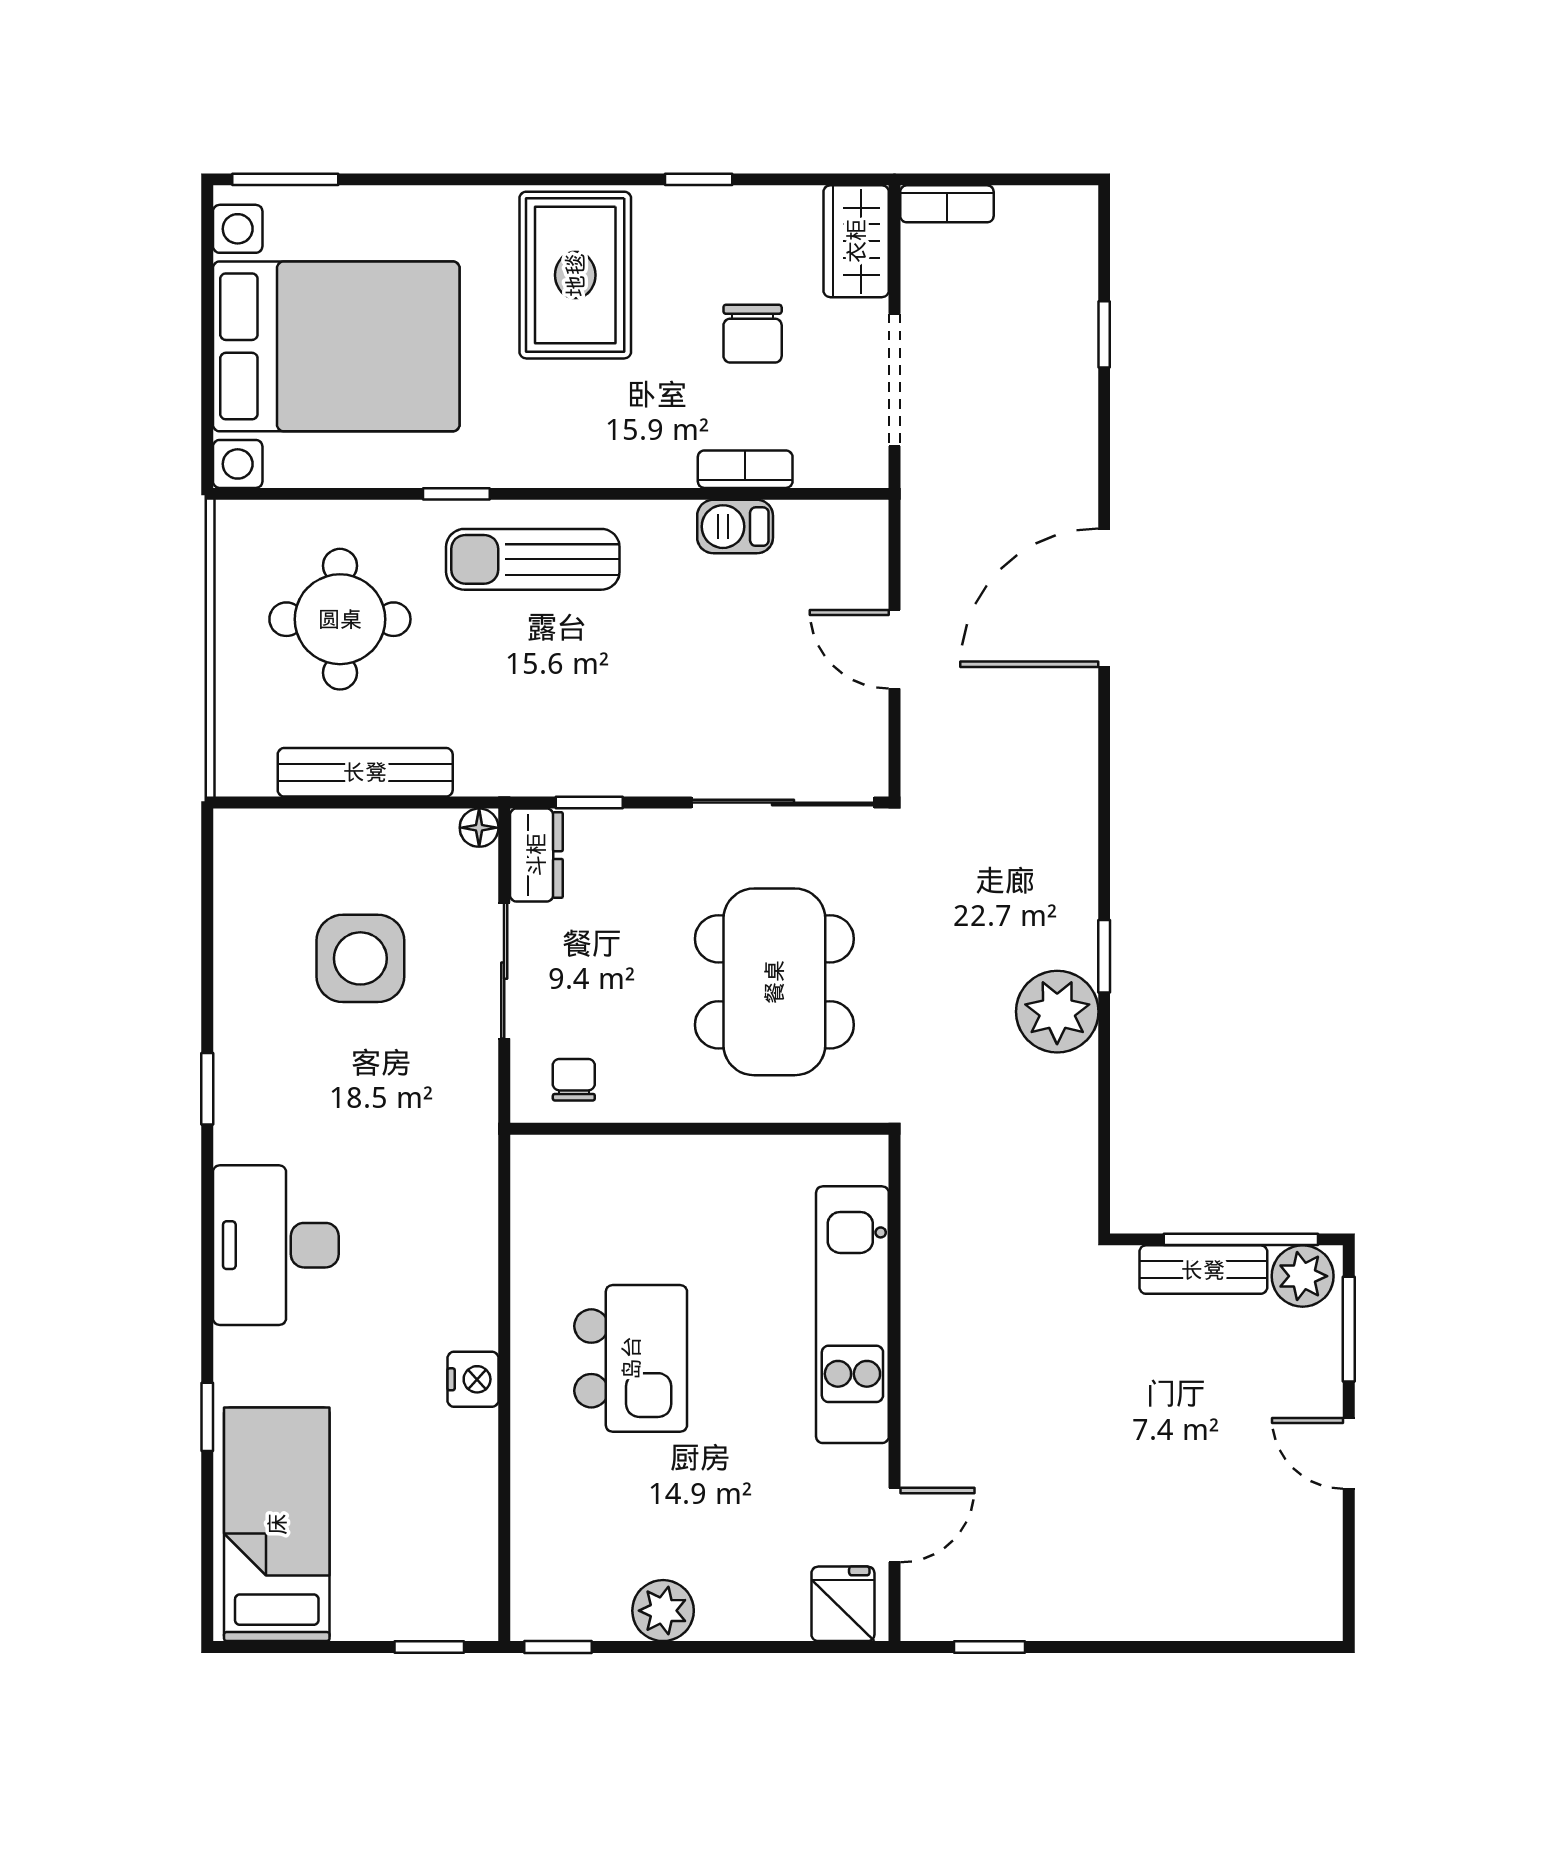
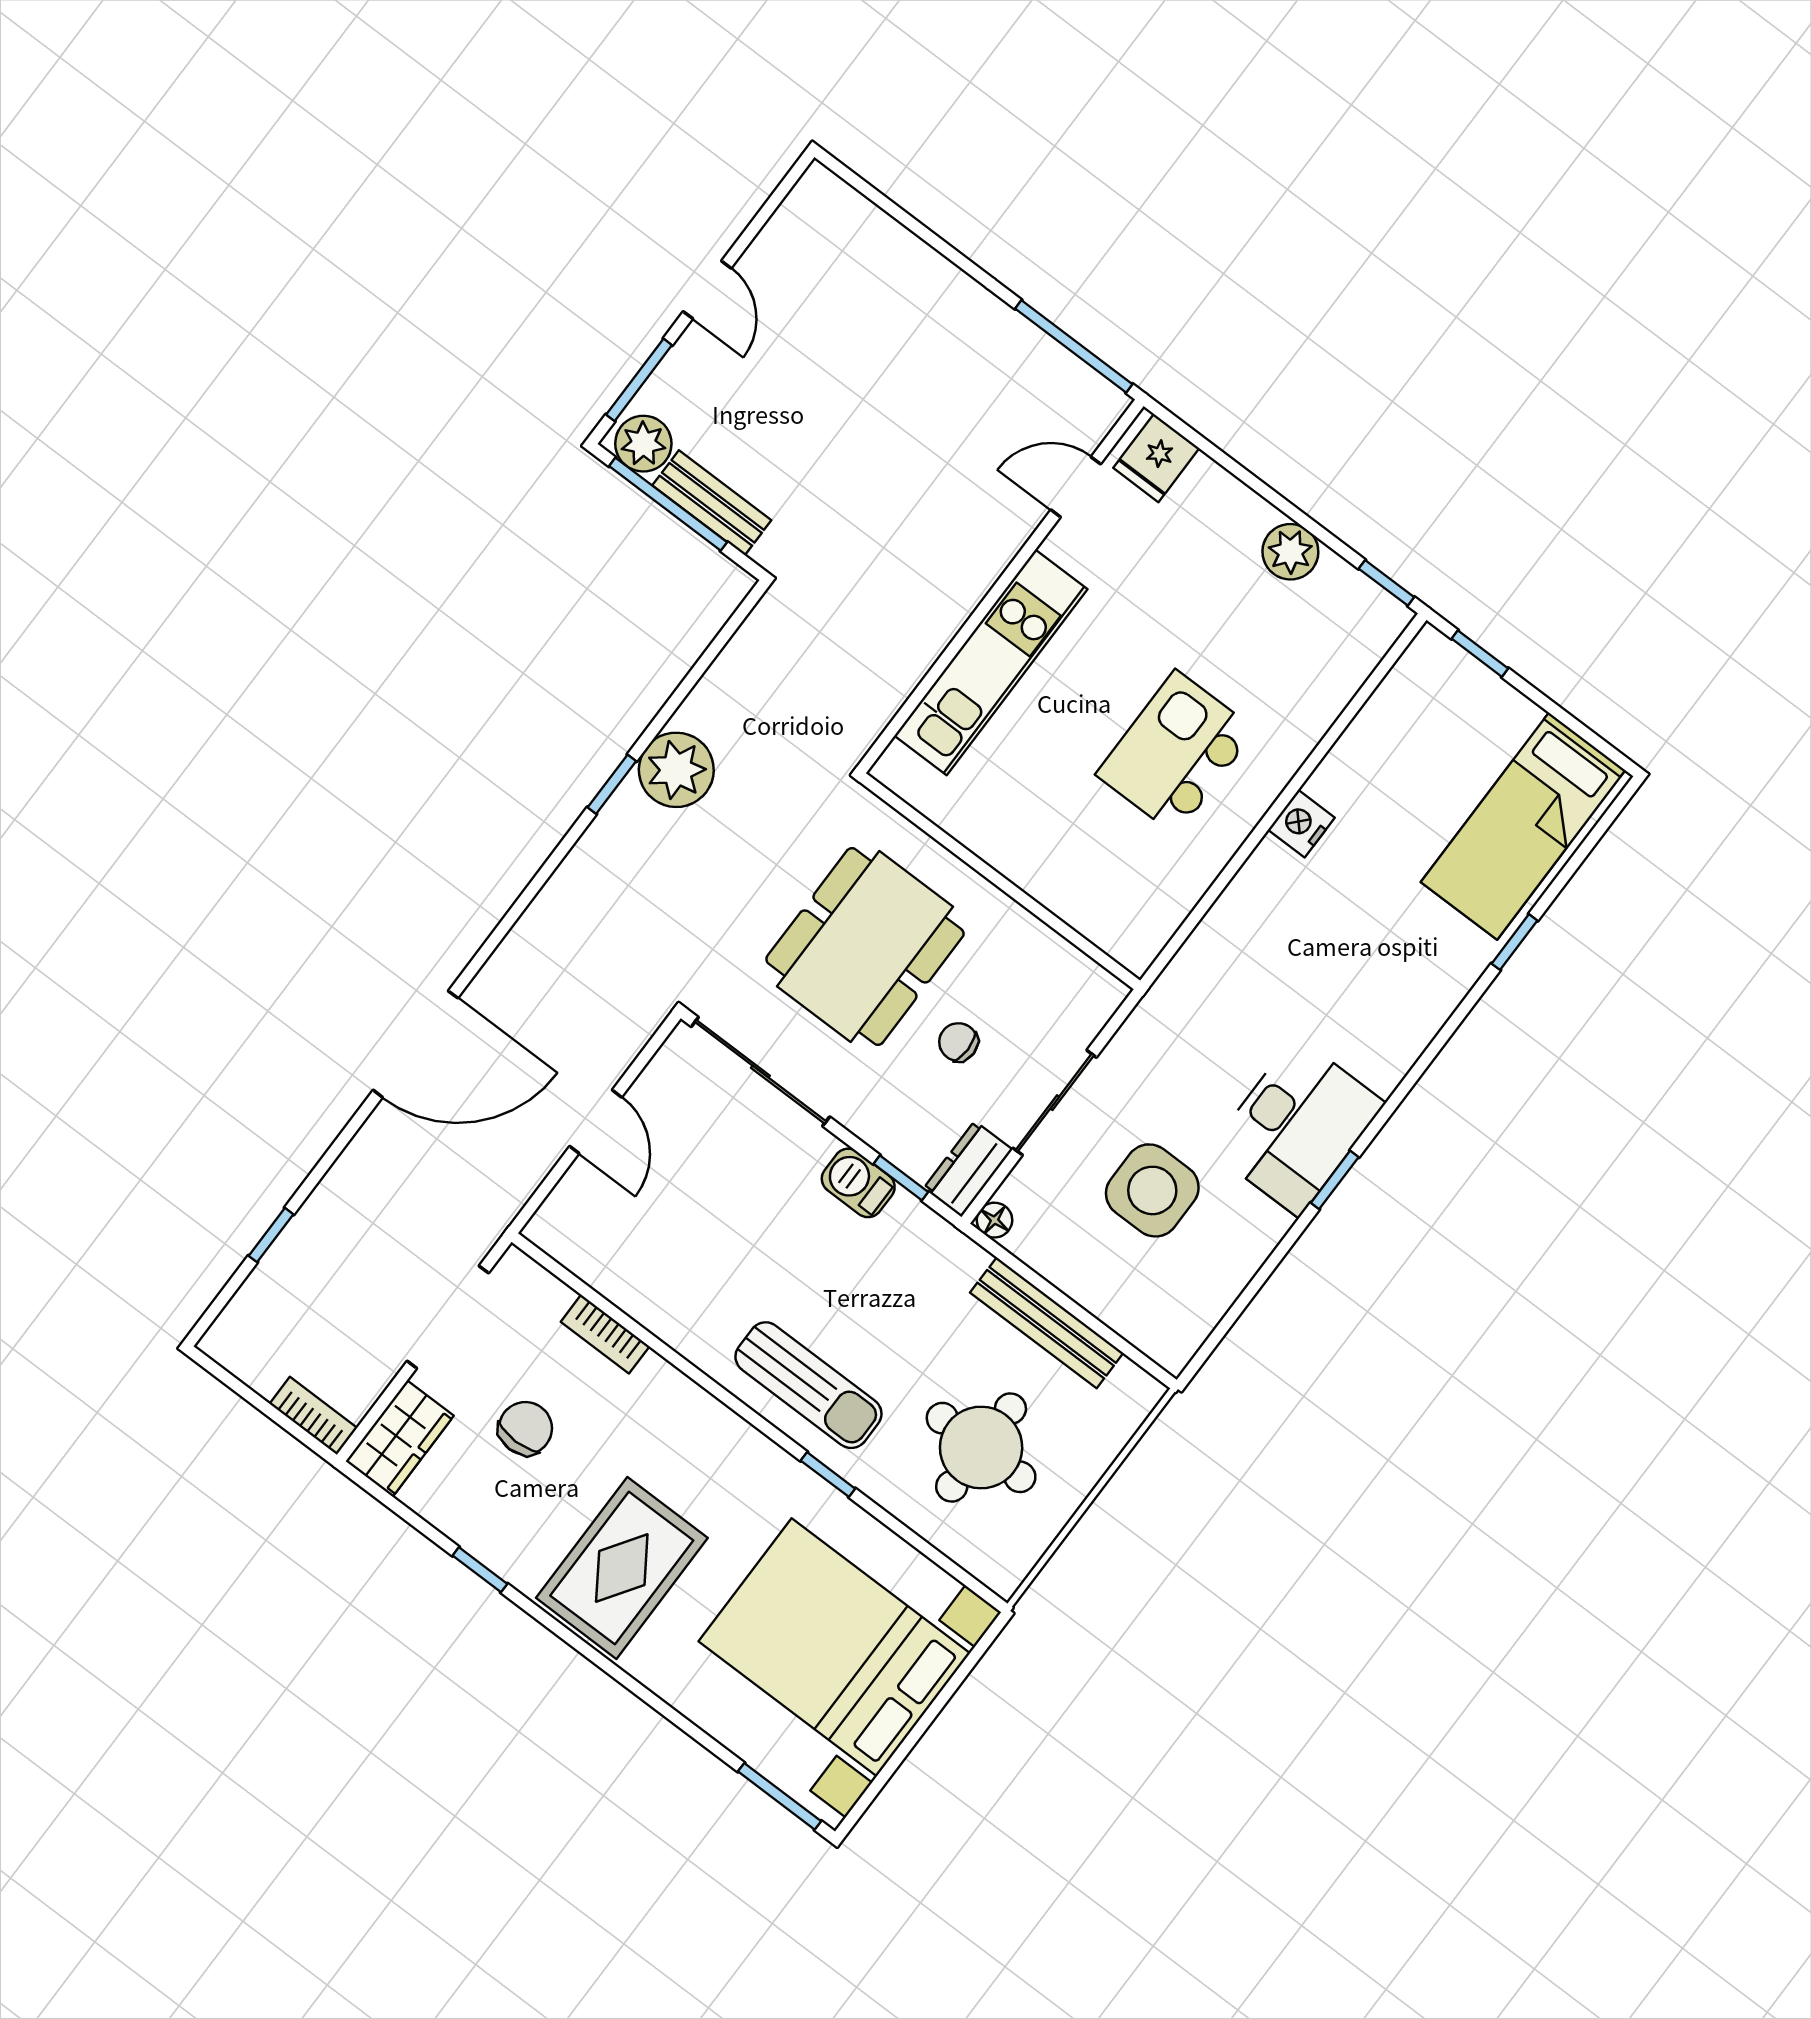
barbecue: (735, 527) -> (858, 1183), moved, turned 180
chair: (574, 1080) -> (958, 1042), moved, turned 90
desk: (276, 1245) -> (1297, 1126), moved
window: (989, 1647) -> (1074, 346), width x2.17

